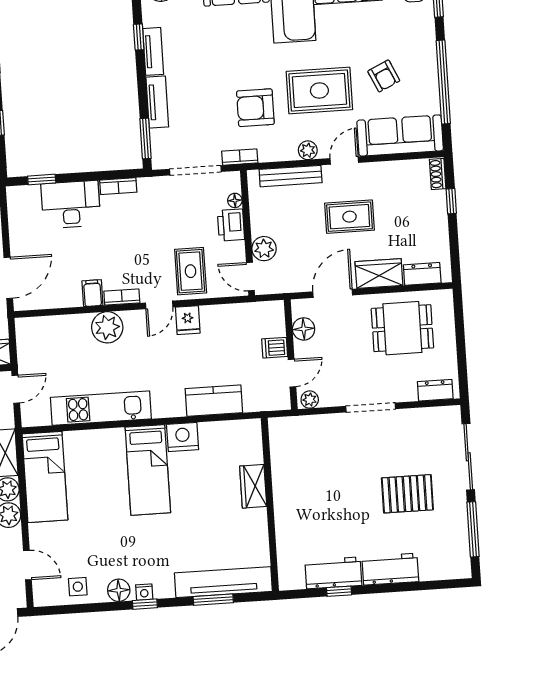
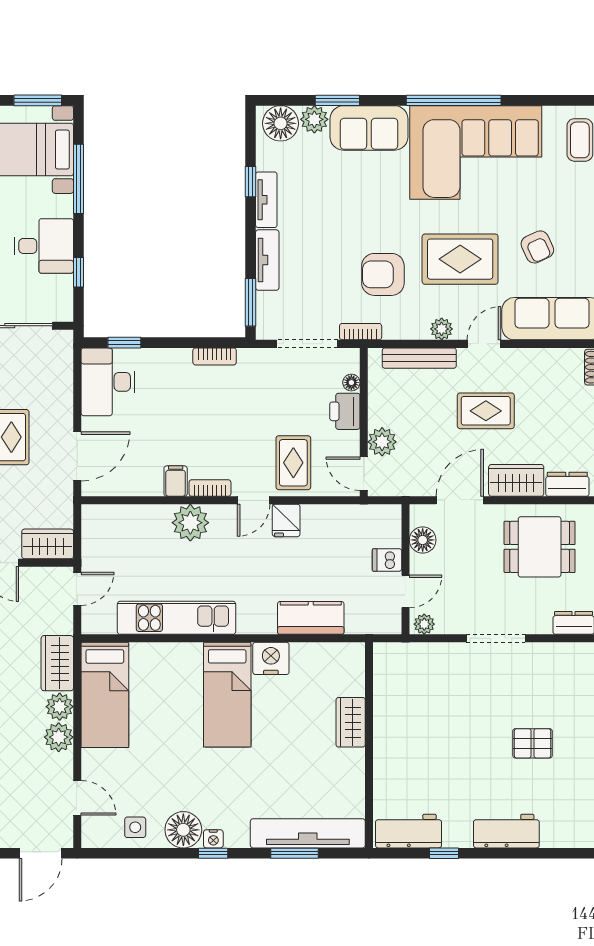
desk: (71, 205) -> (108, 382), moved, turned -90
pallet: (407, 494) -> (533, 743), width x0.67, depth x0.71
workbench: (333, 573) -> (408, 831), moved
floor lamp: (119, 590) -> (183, 830), width x1.38, depth x1.38

